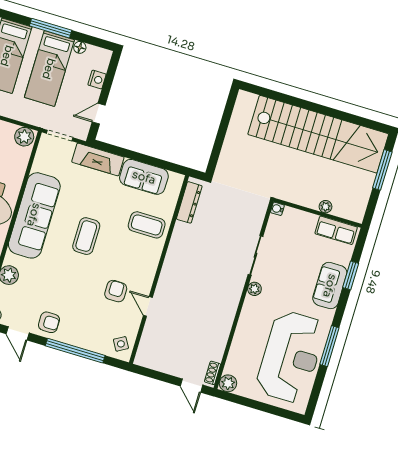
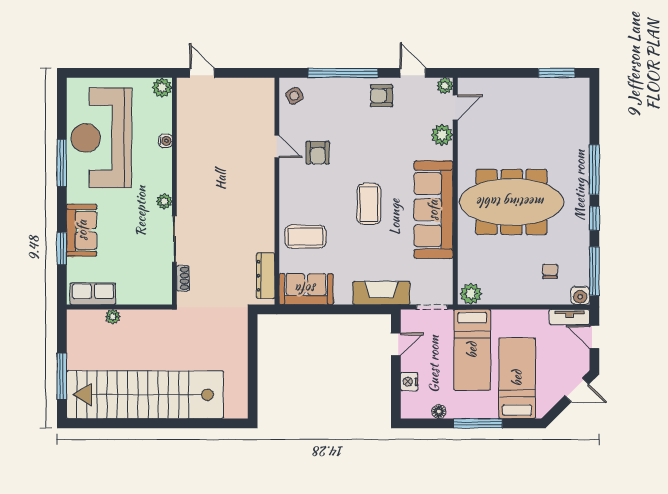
bed: (49, 69) -> (472, 350), moved, turned 180
sofa: (144, 177) -> (306, 289), moved
water cooler: (277, 209) -> (165, 141), moved
shoe rack: (213, 373) -> (183, 278), moved

